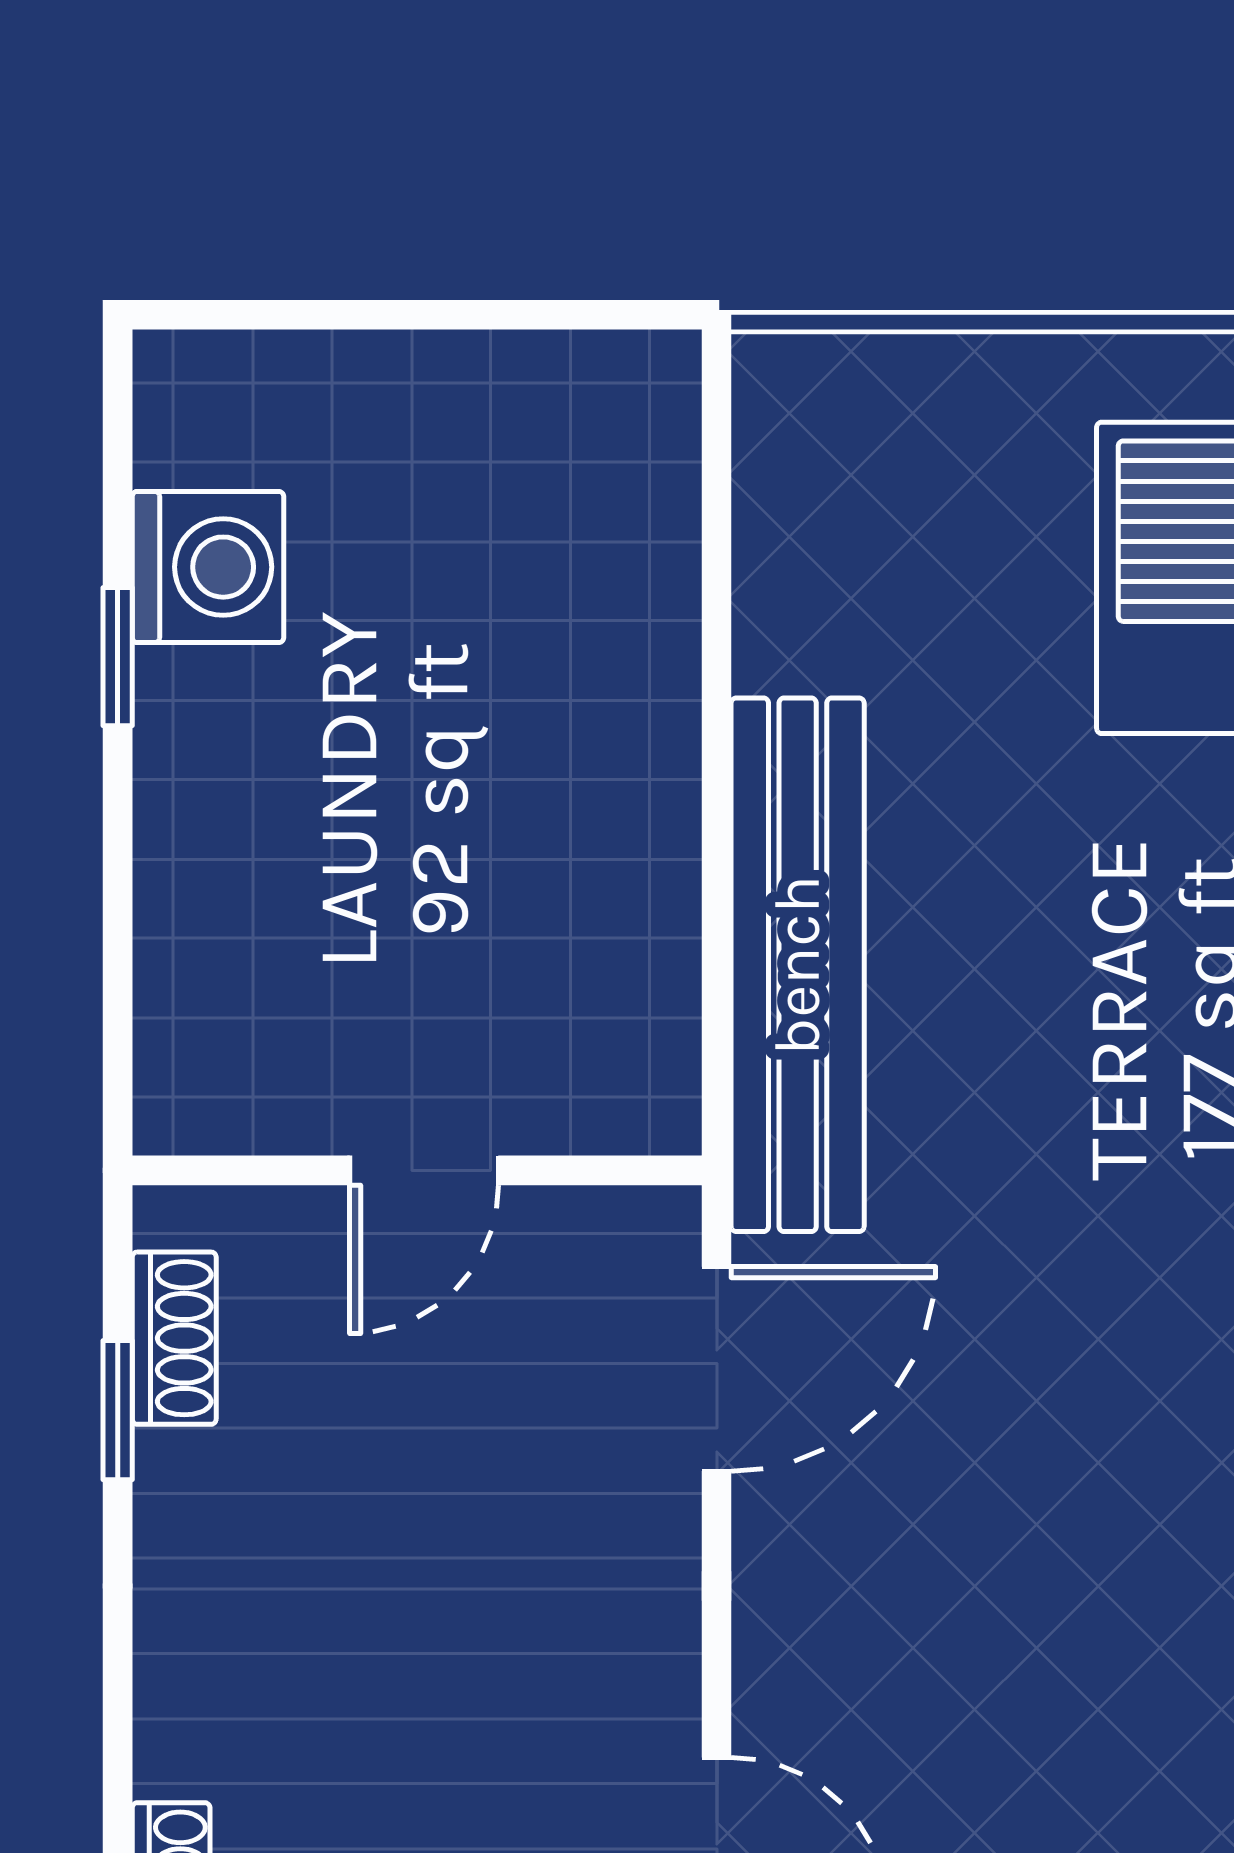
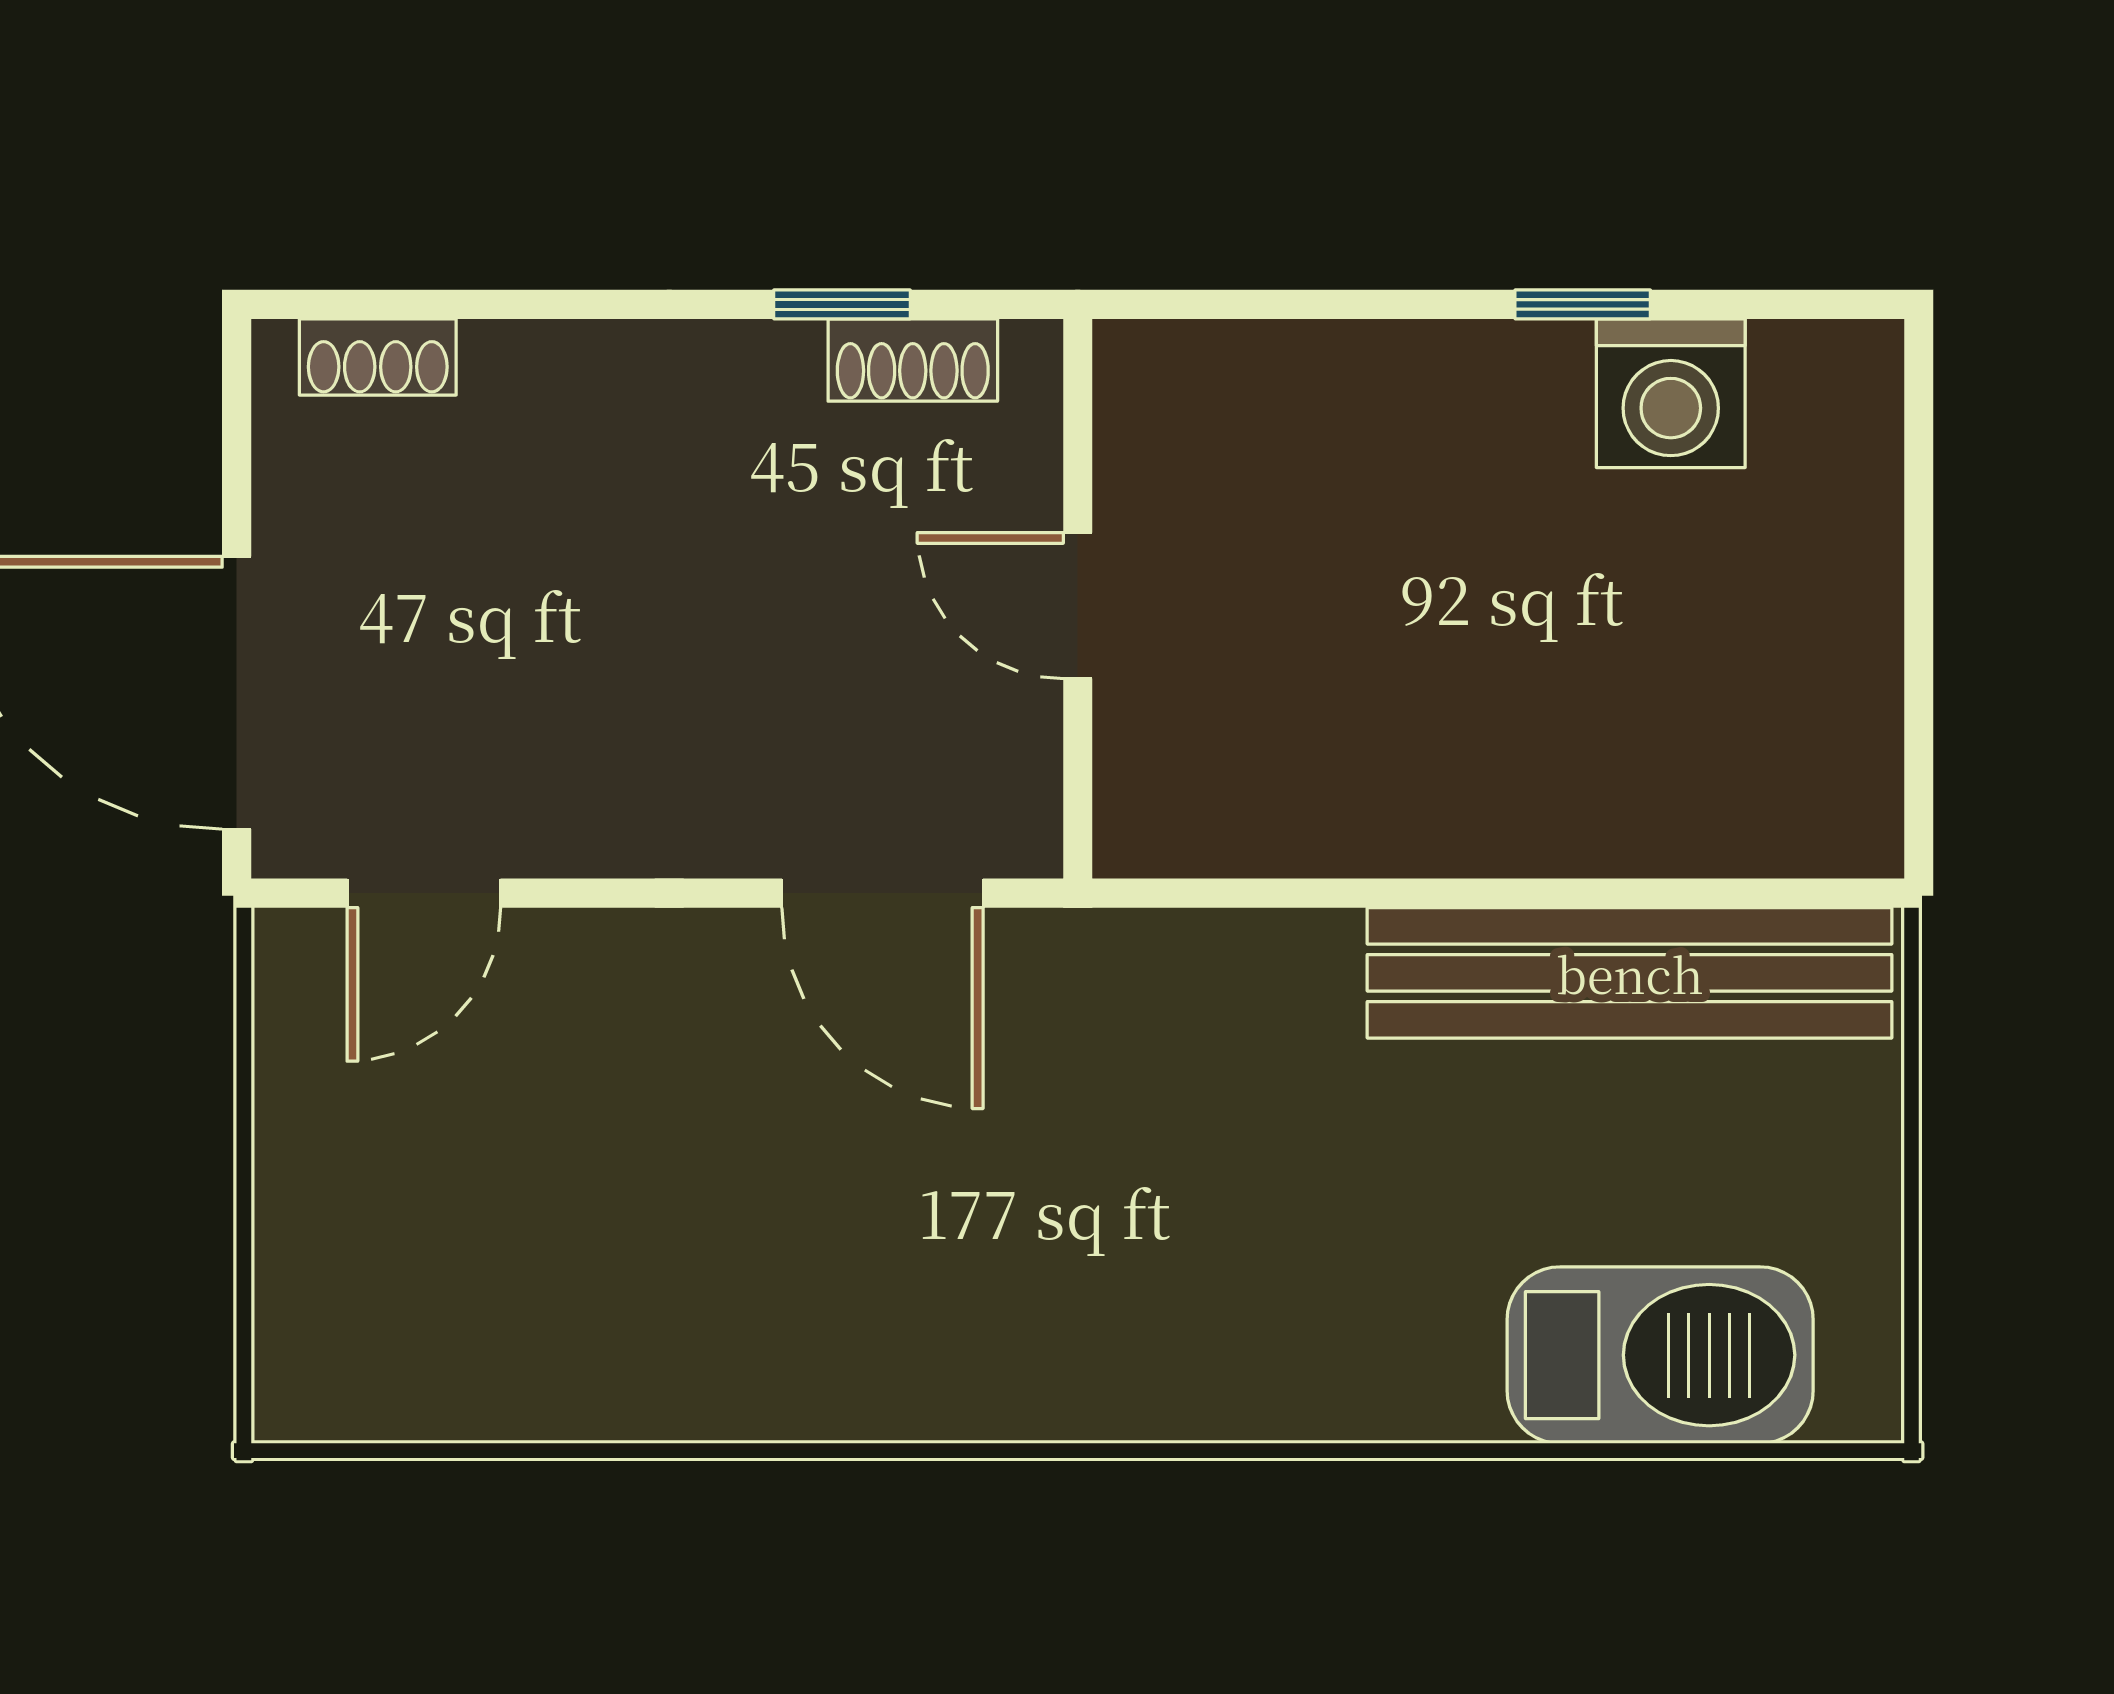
bench: (798, 965) -> (1630, 973), moved

